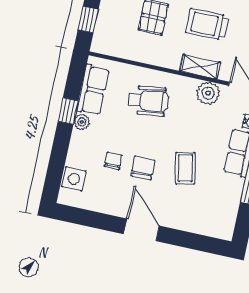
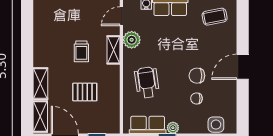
trolley: (207, 24) -> (81, 51), width x0.73, depth x0.72
coffee table: (185, 168) -> (215, 17), moved

